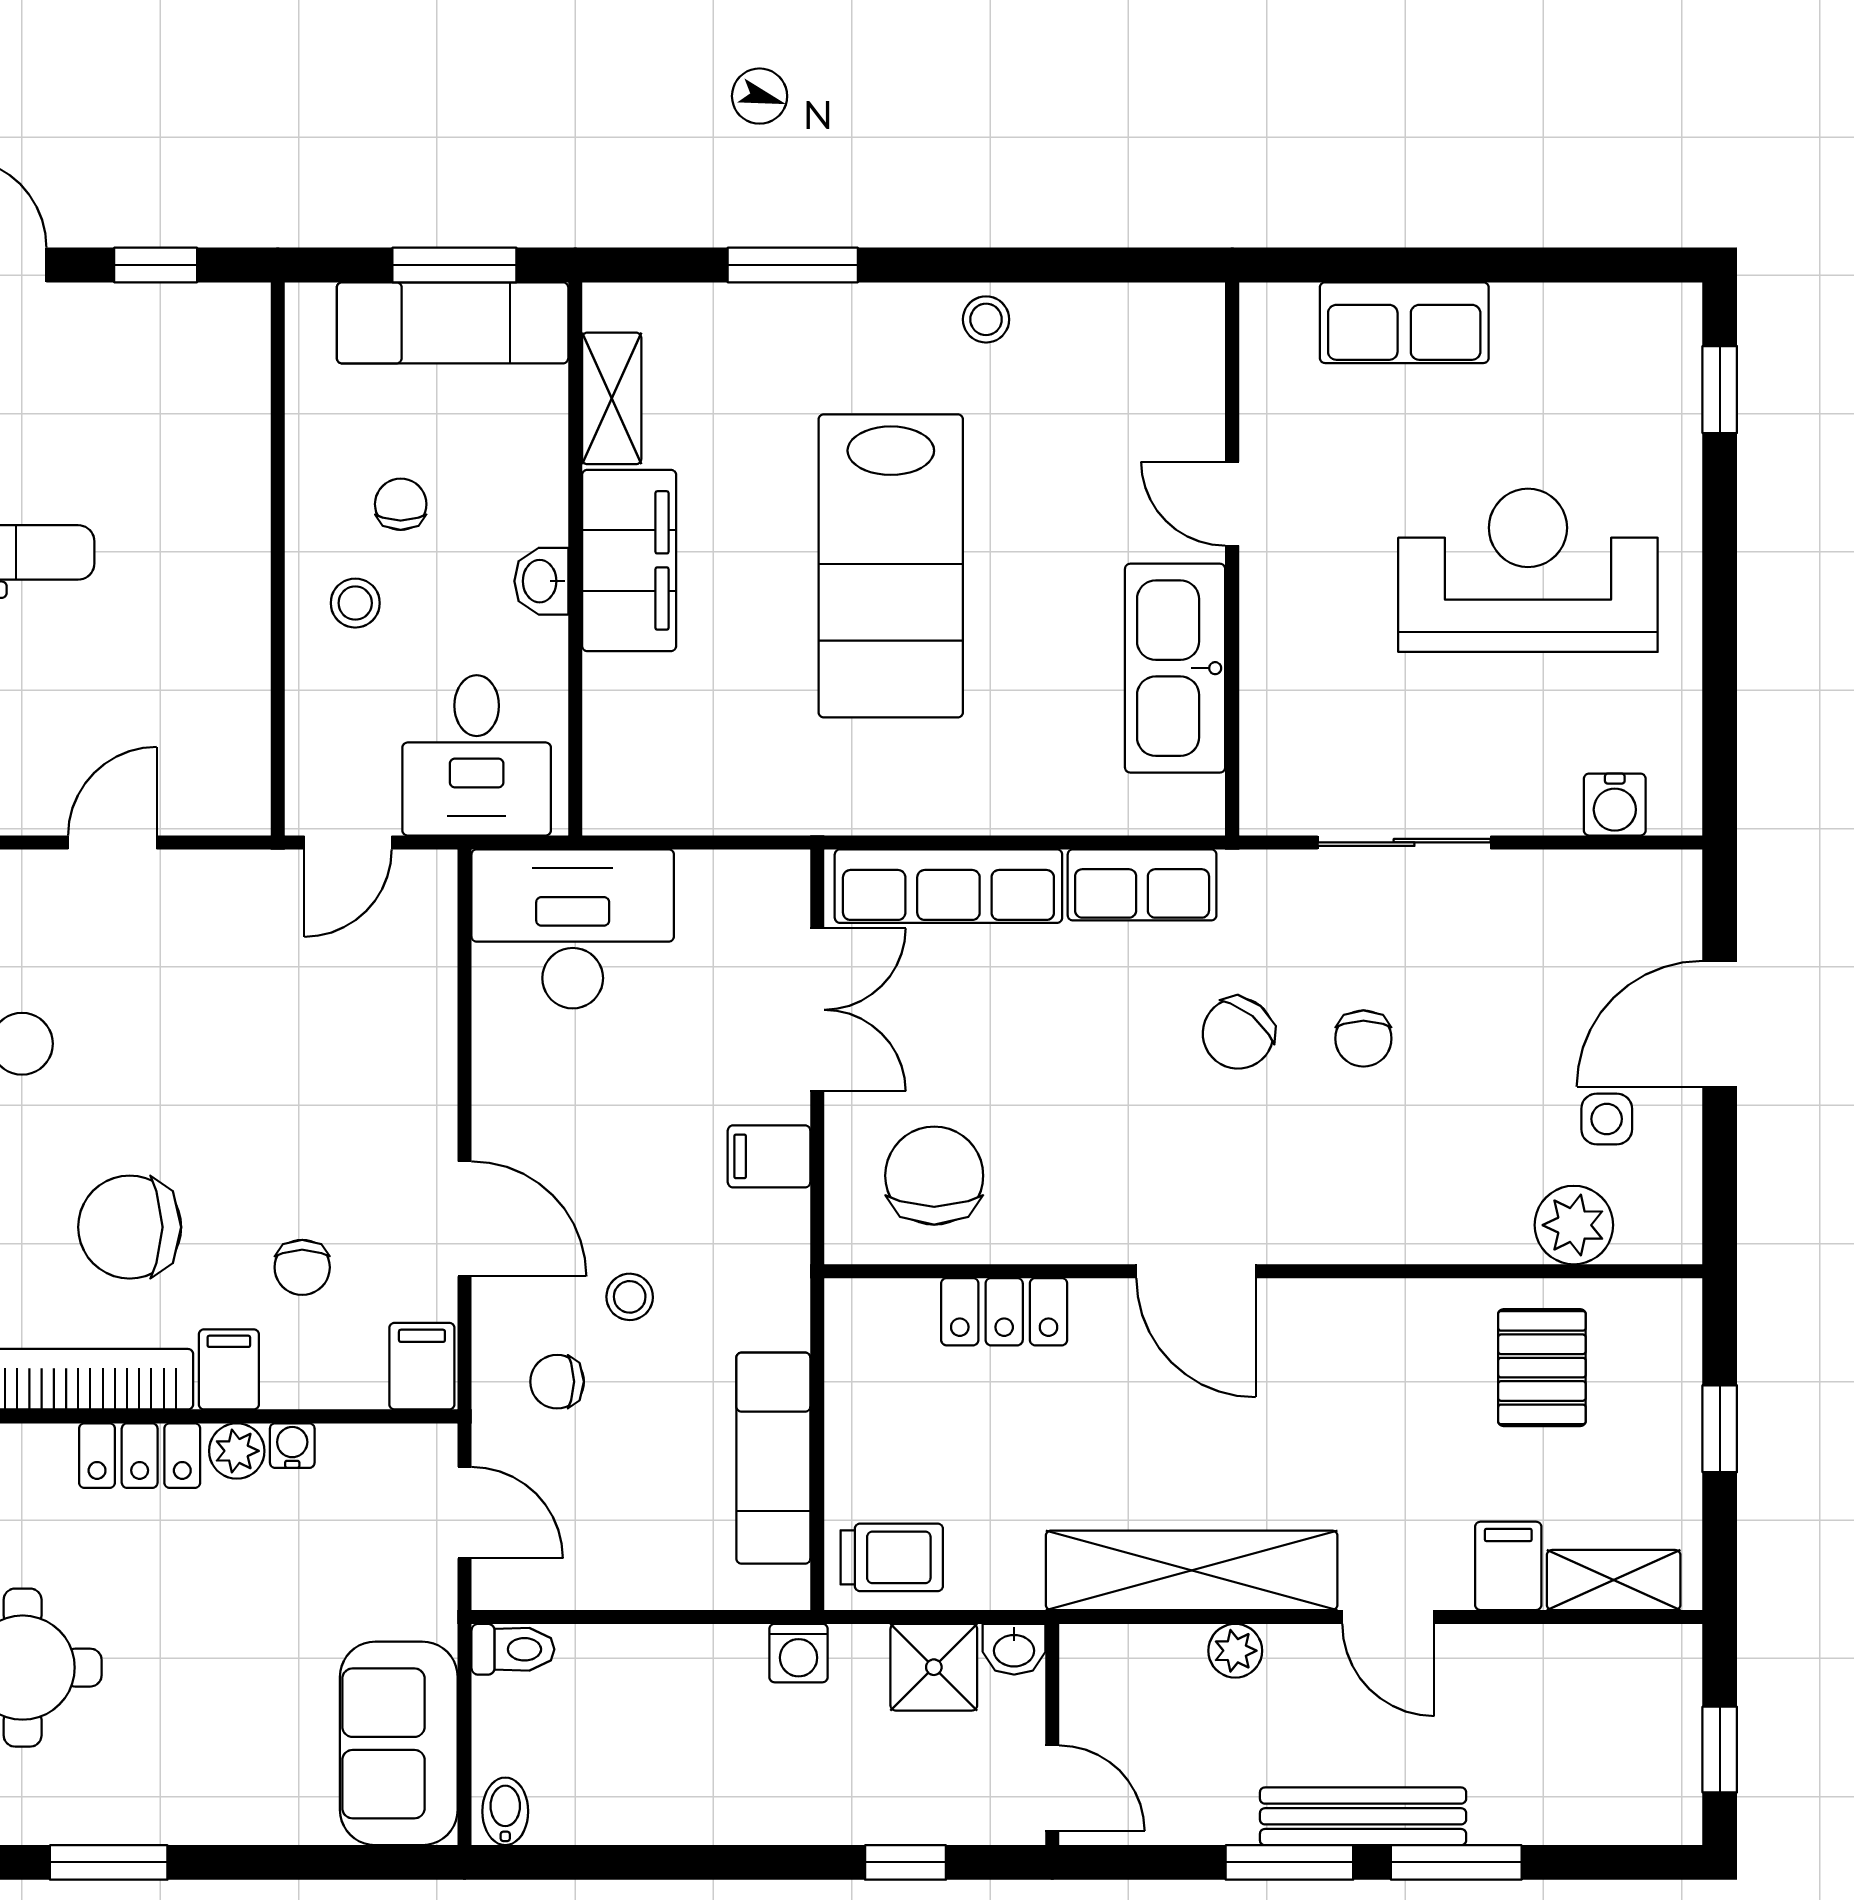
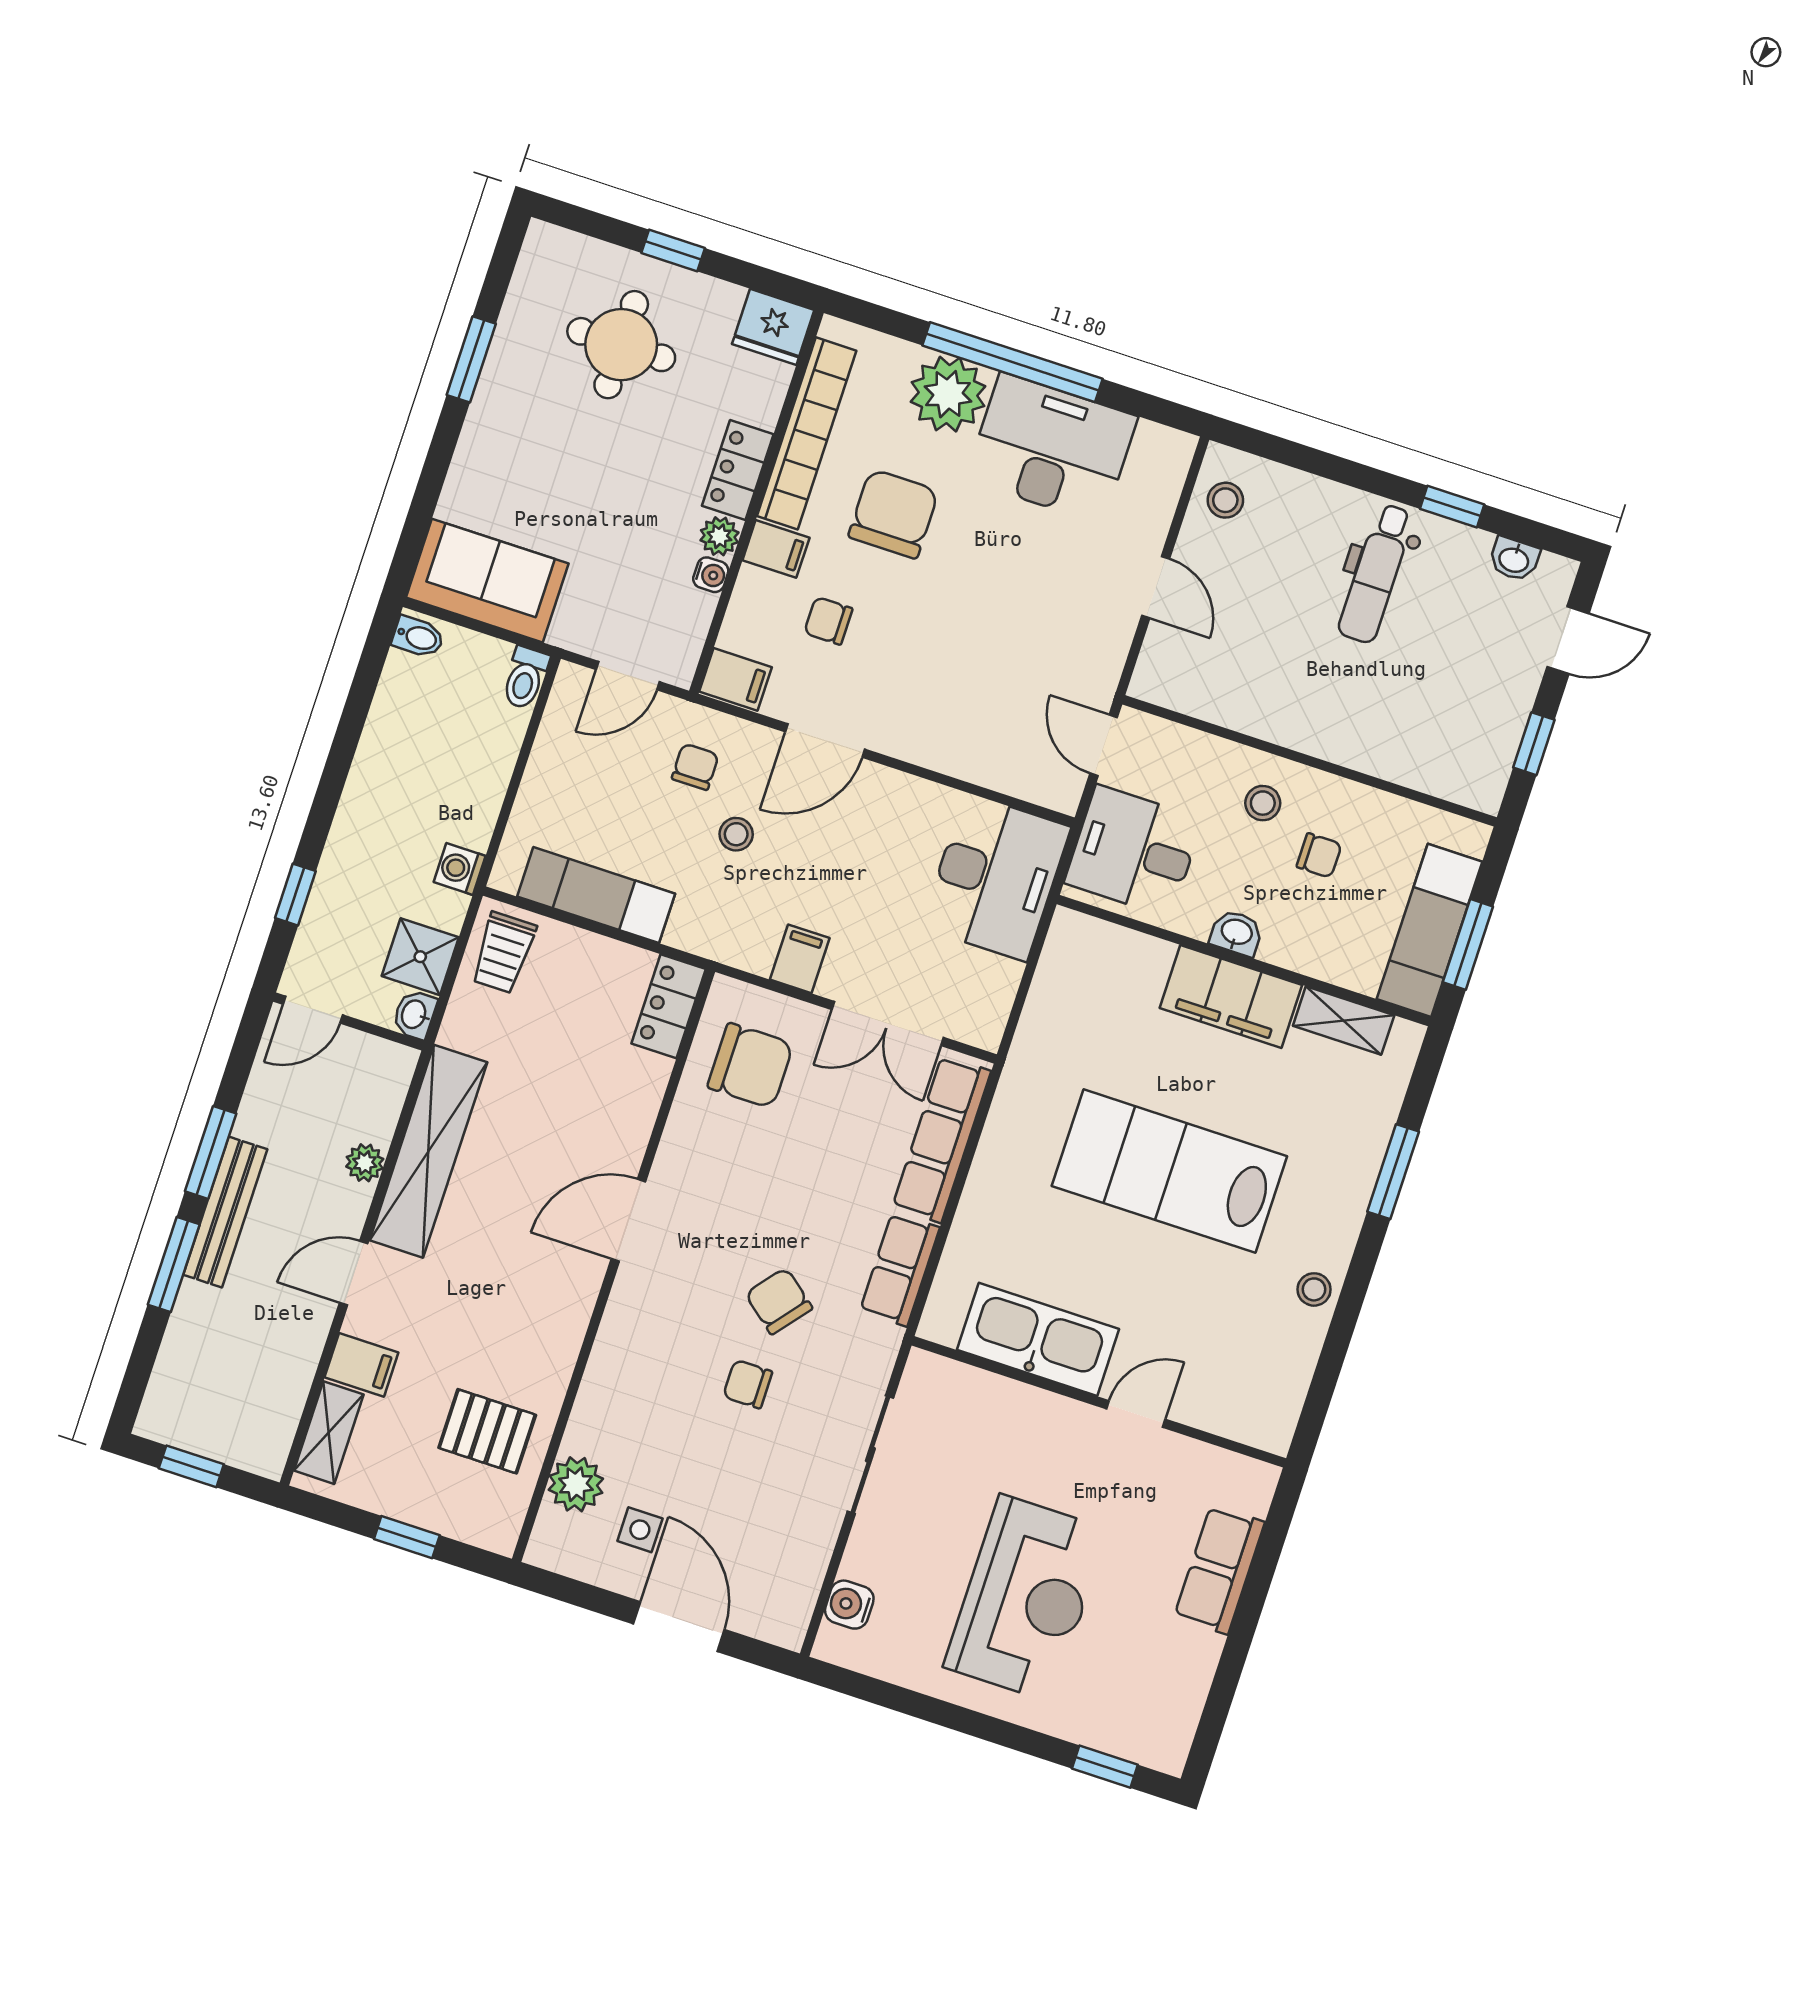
locker: (1004, 1312) -> (669, 1006), moved

